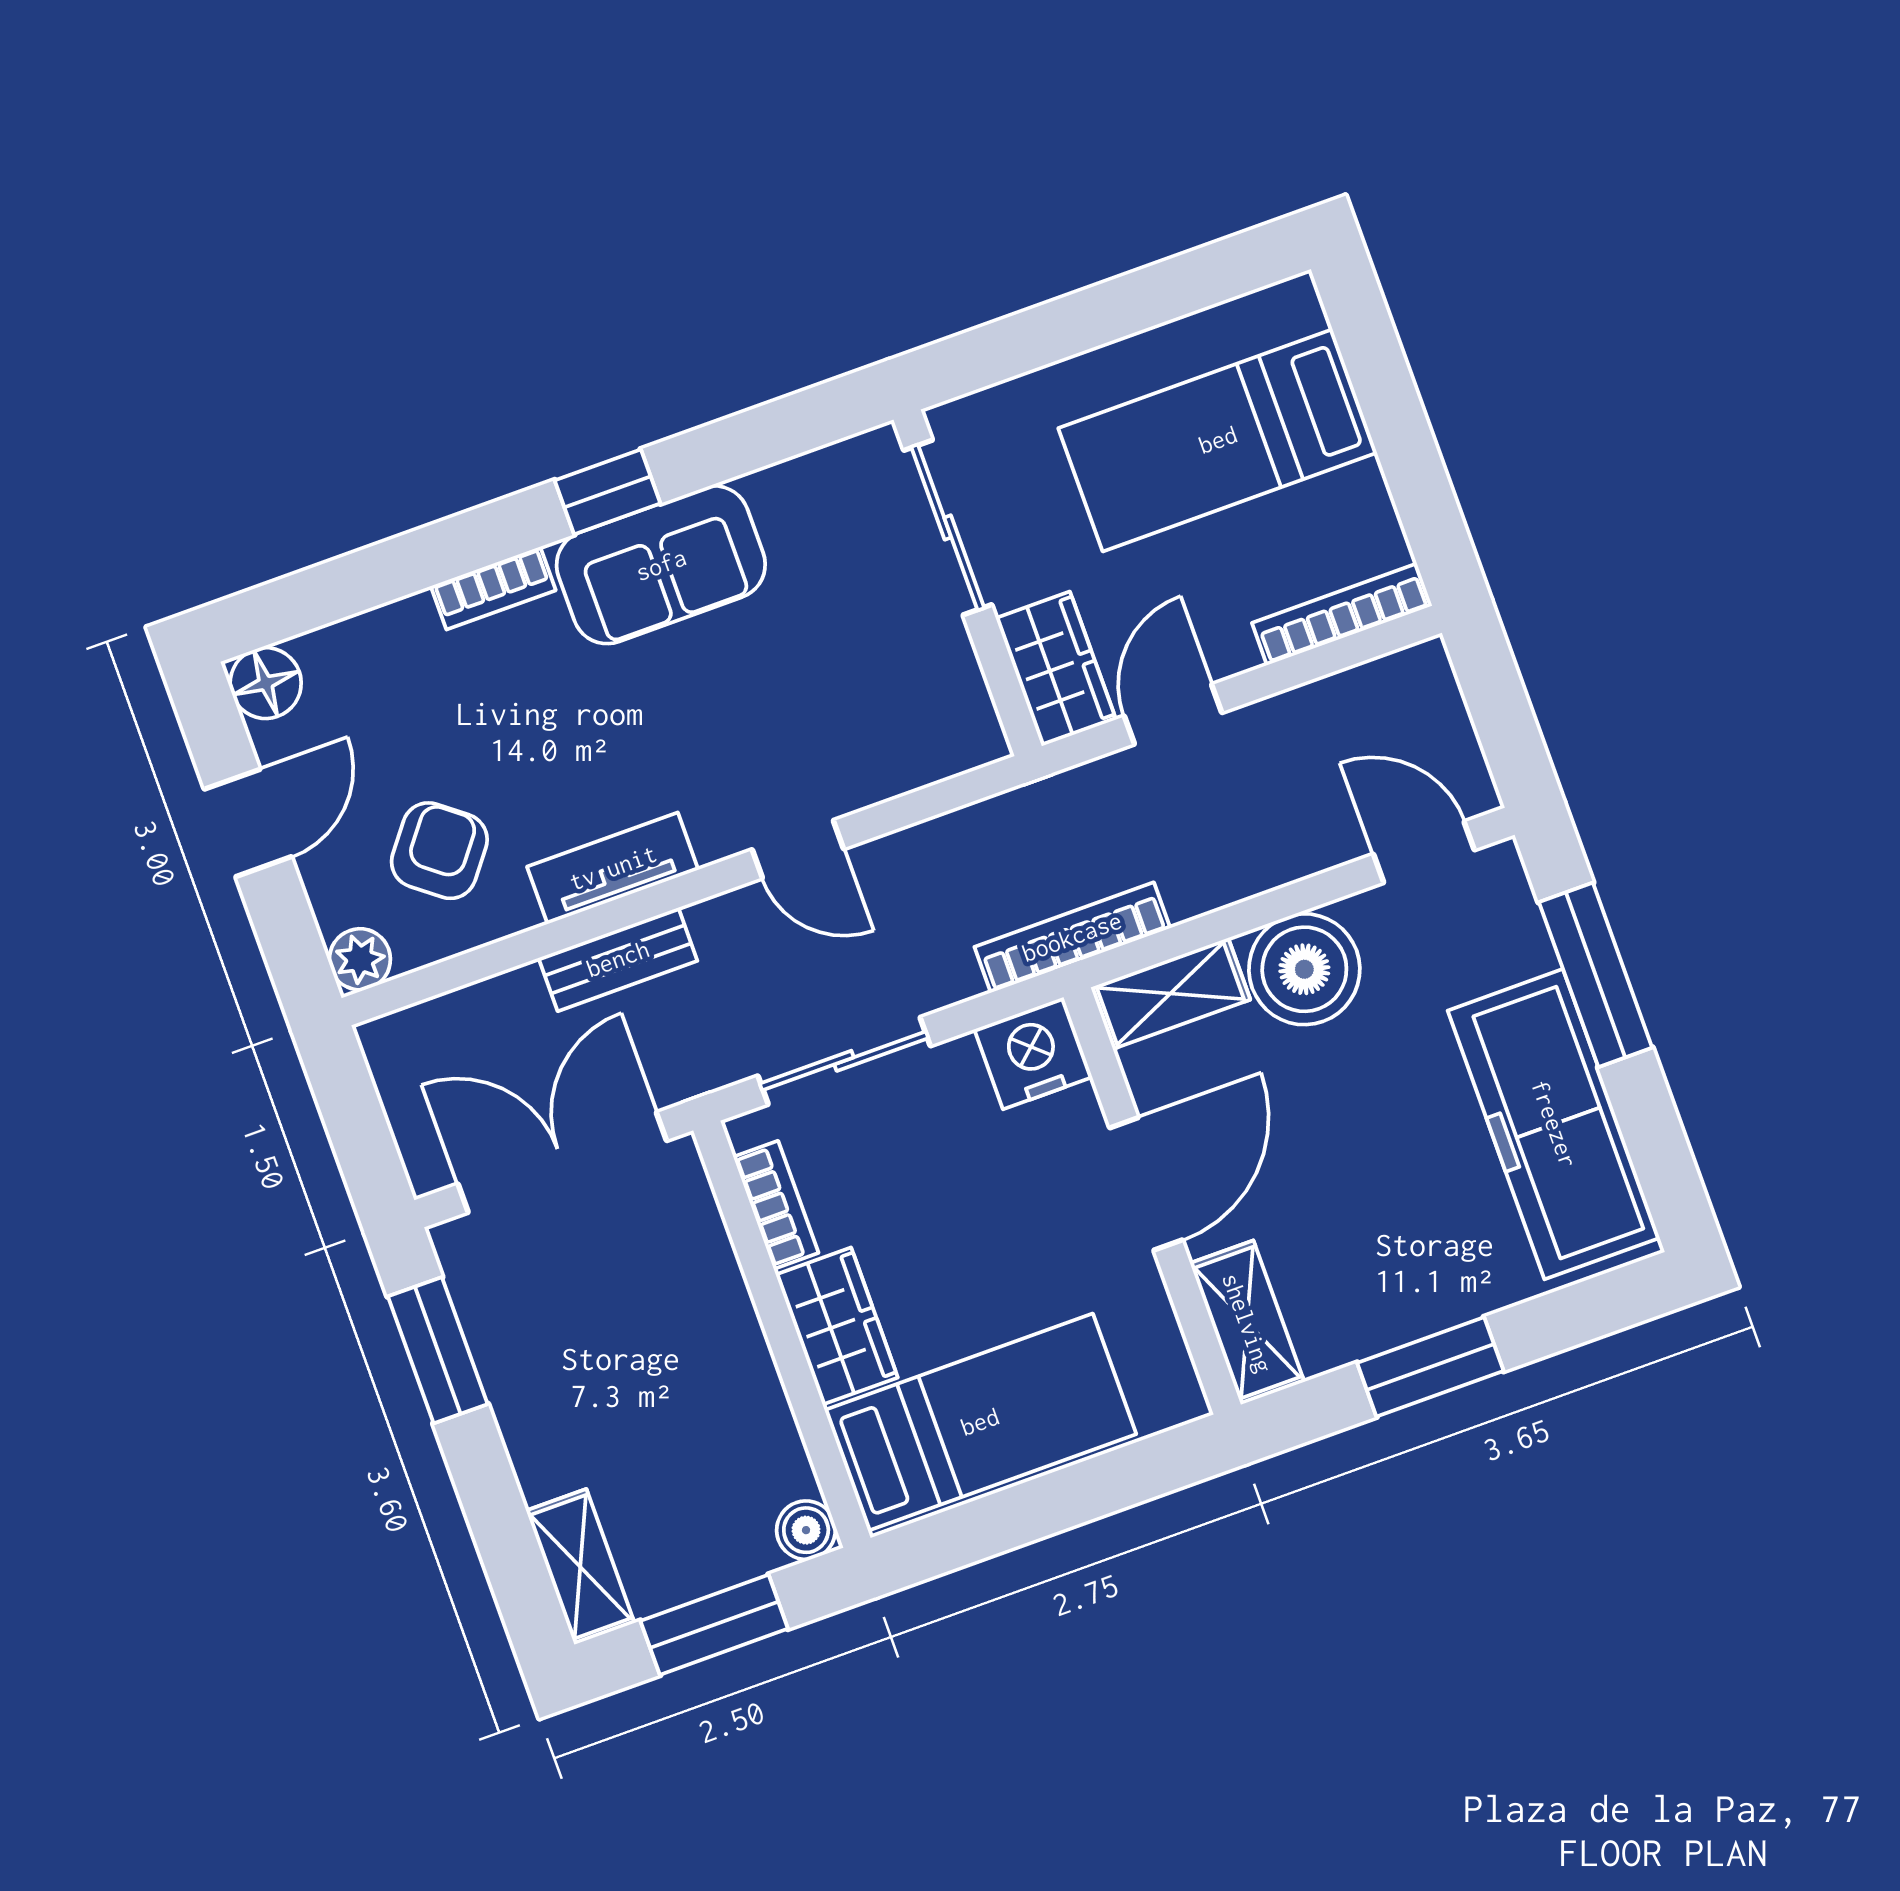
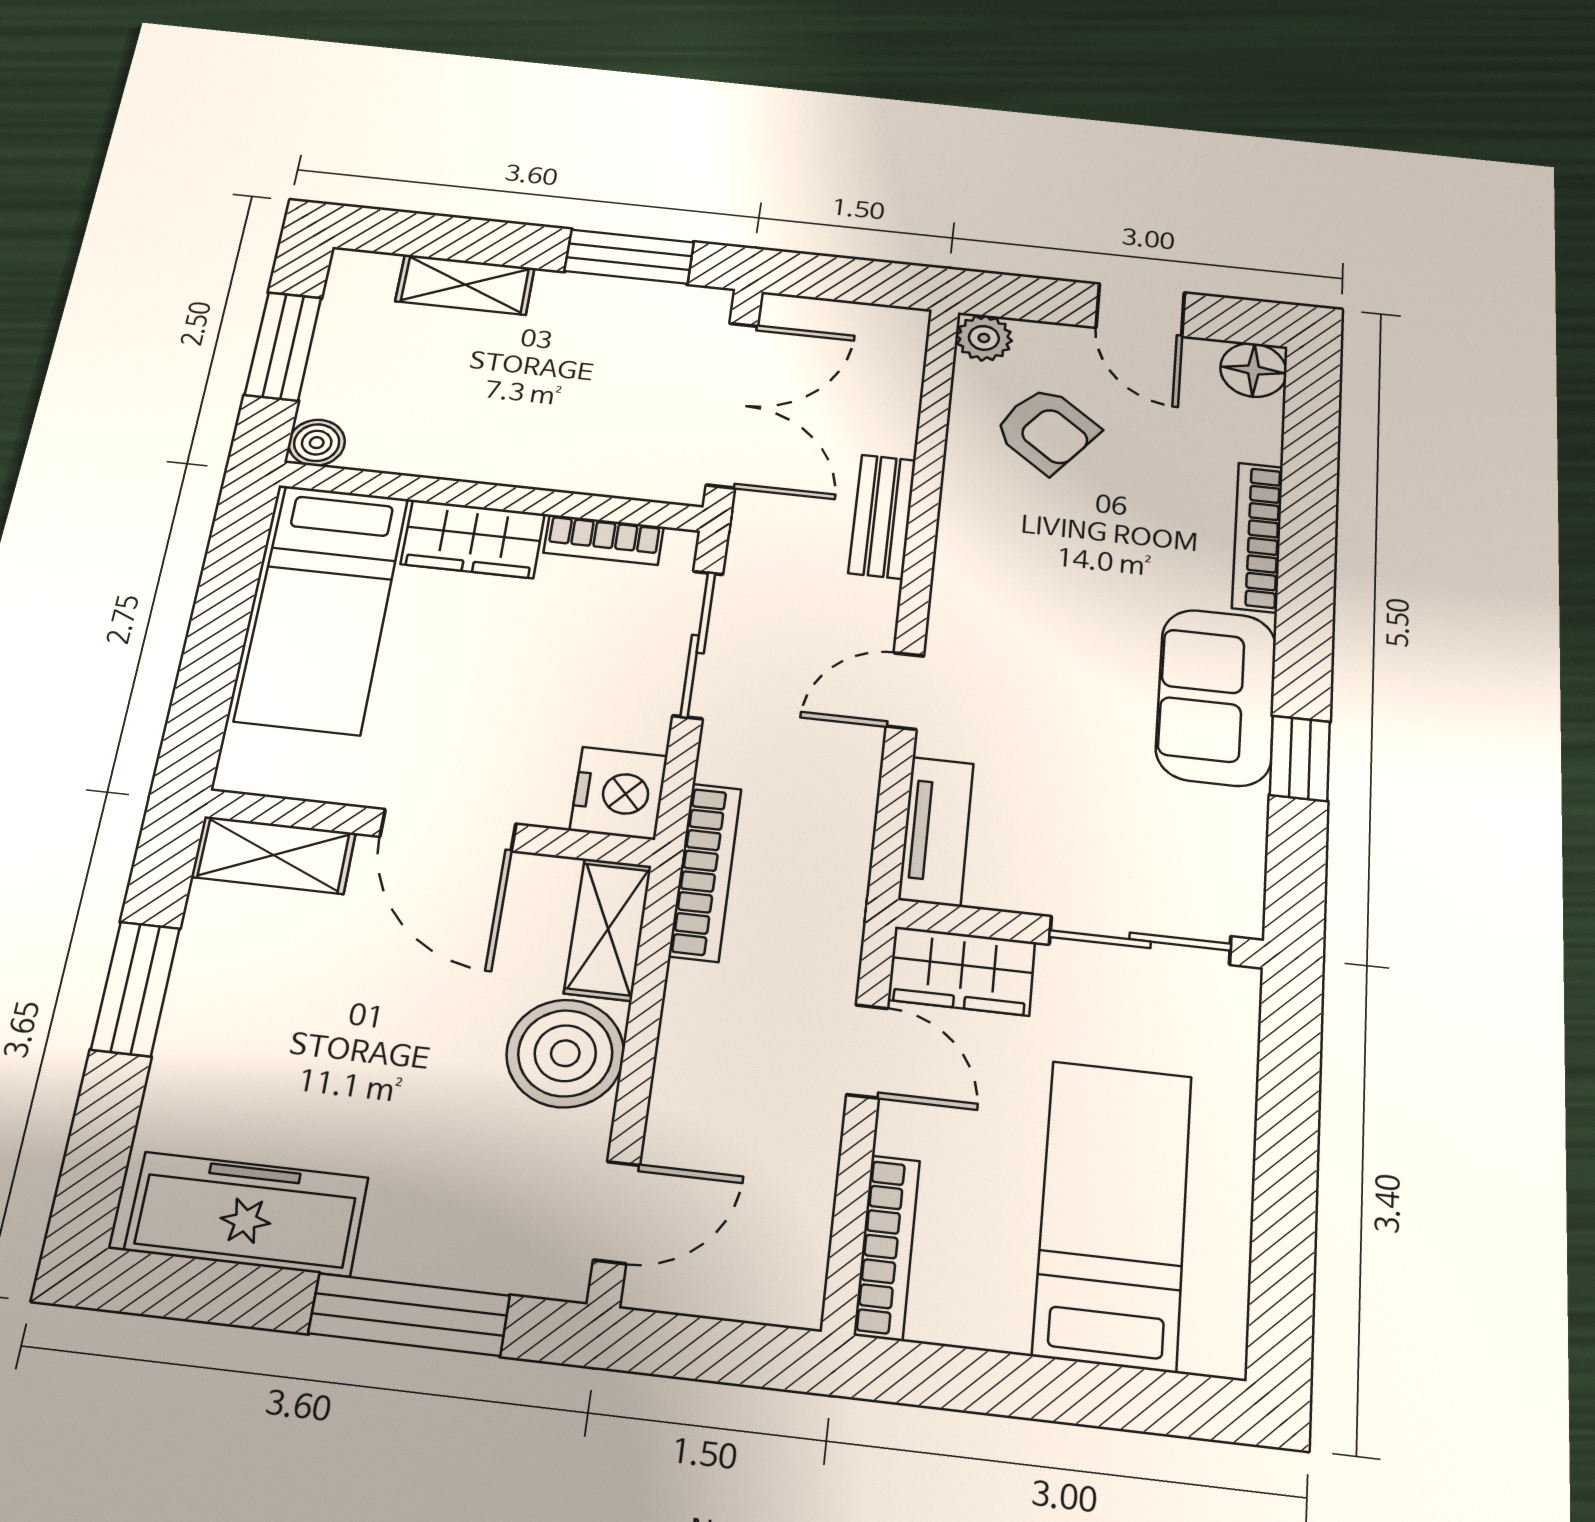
window: (608, 492) -> (1300, 758), moved
bookcase: (493, 588) -> (1258, 537), width x1.56
tv unit: (613, 868) -> (936, 831), moved
freezer: (1554, 1124) -> (247, 1214), width x0.73, depth x0.79
shelving: (580, 1567) -> (465, 285), moved

